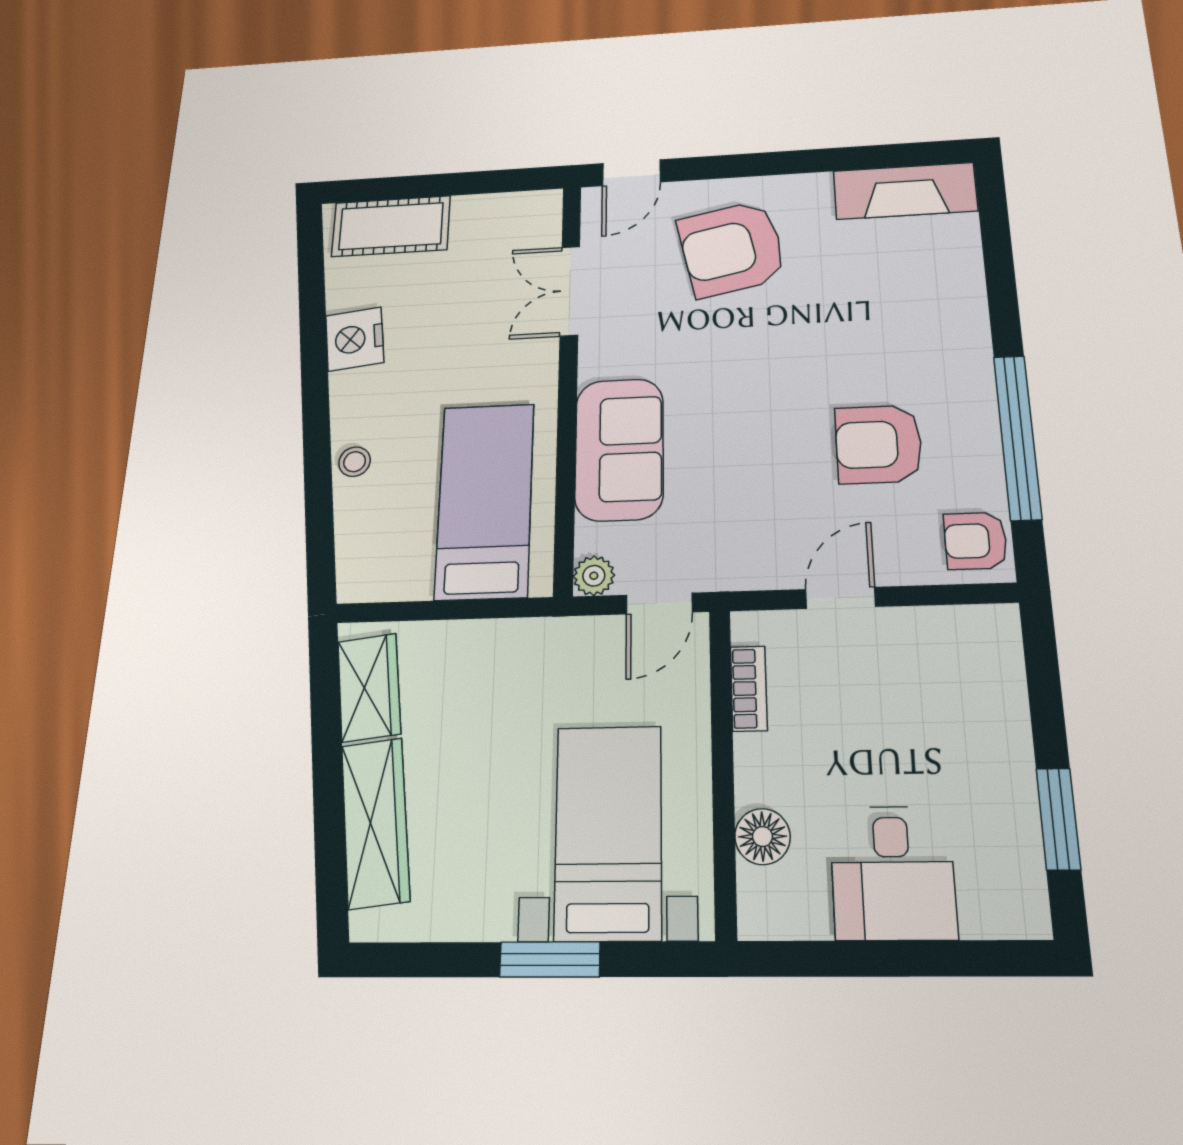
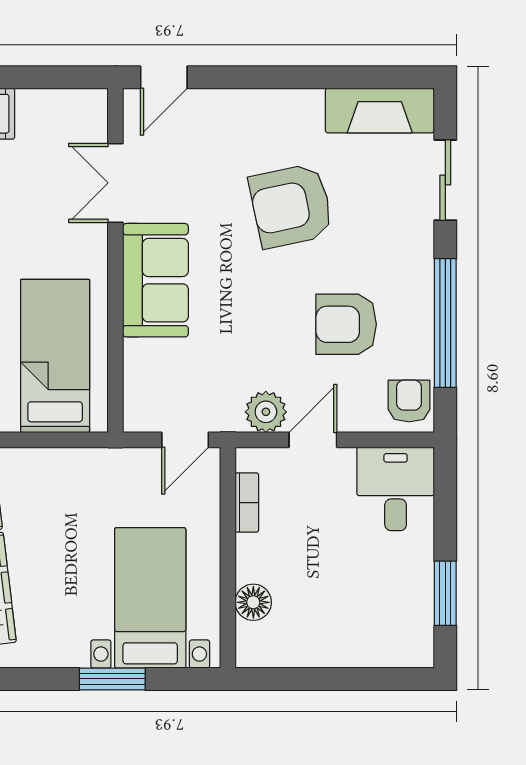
armchair: (732, 249) -> (291, 206), moved
sliding door: (999, 264) -> (445, 180), added
sofa: (619, 449) -> (156, 280), moved
armchair: (976, 541) -> (409, 401), turned 90
plant: (594, 576) -> (266, 412), moved, width x1.38, depth x1.38
desk: (893, 873) -> (396, 489), moved, turned 180

